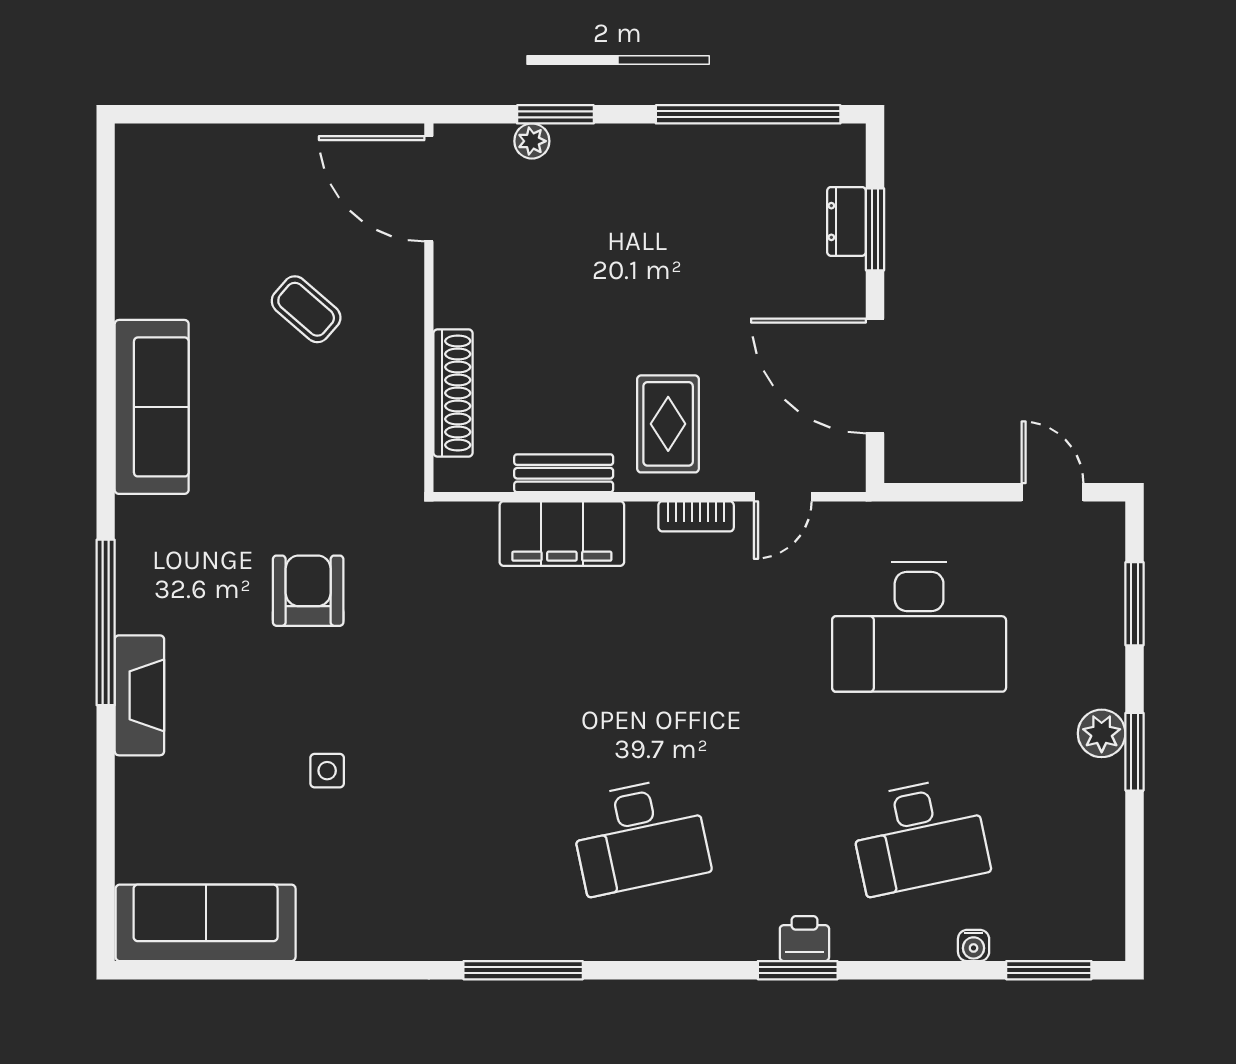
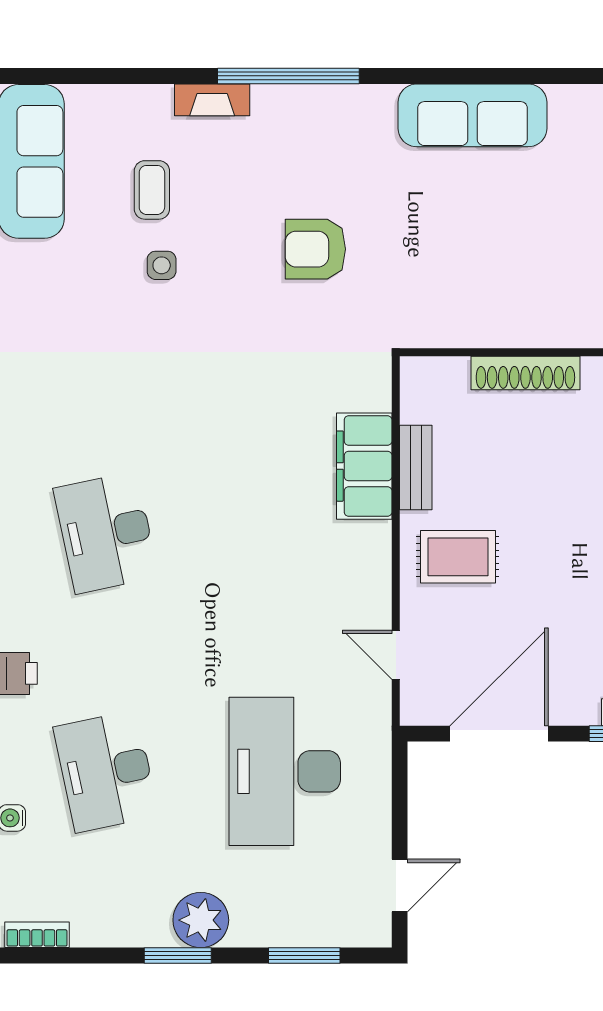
coffee table: (306, 309) -> (152, 190), moved, turned -41
shoe rack: (453, 393) -> (525, 373), moved
bookcase: (696, 516) -> (37, 935), moved, turned 90
armchair: (308, 591) -> (315, 249), turned 180
fireplace: (139, 695) -> (212, 100), width x0.73, depth x0.76
plant: (1102, 733) -> (201, 920), width x1.36, depth x1.36

